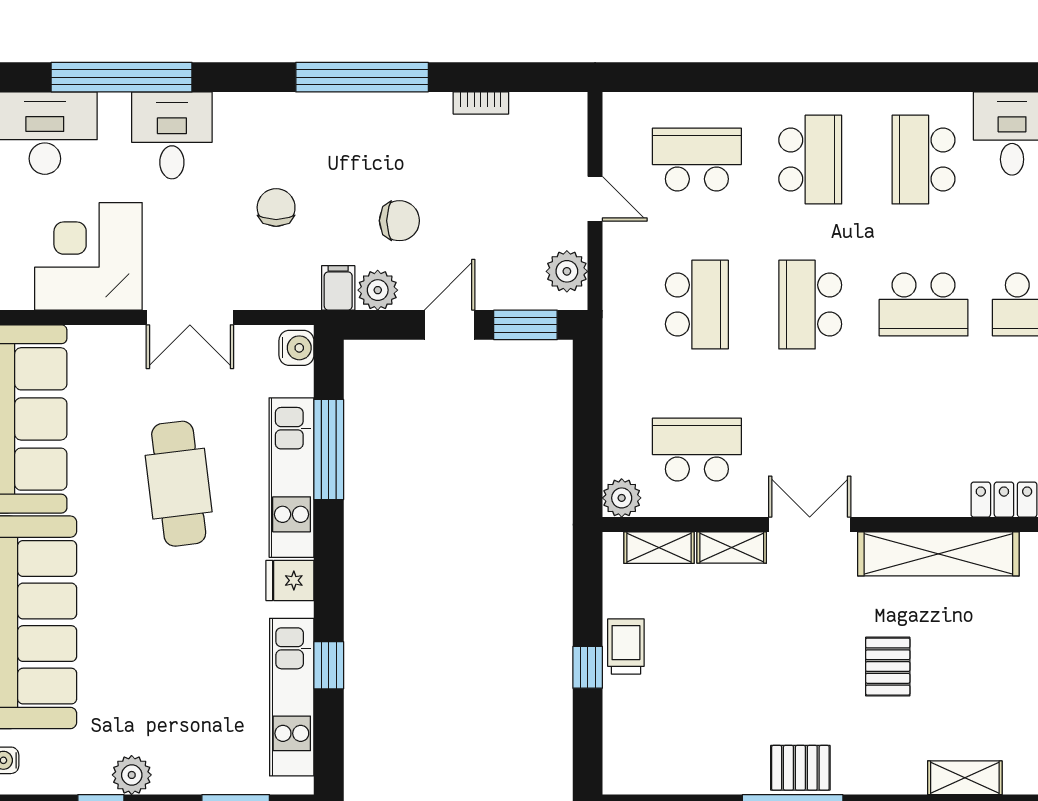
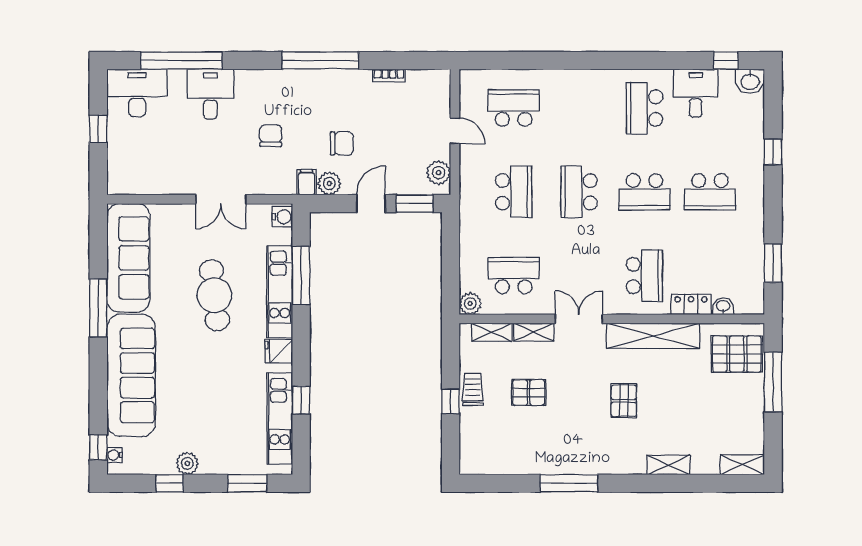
school desk: (810, 160) -> (644, 276), moved
corner desk: (88, 256) -> (162, 164), removed
pallet: (800, 768) -> (529, 393), moved

